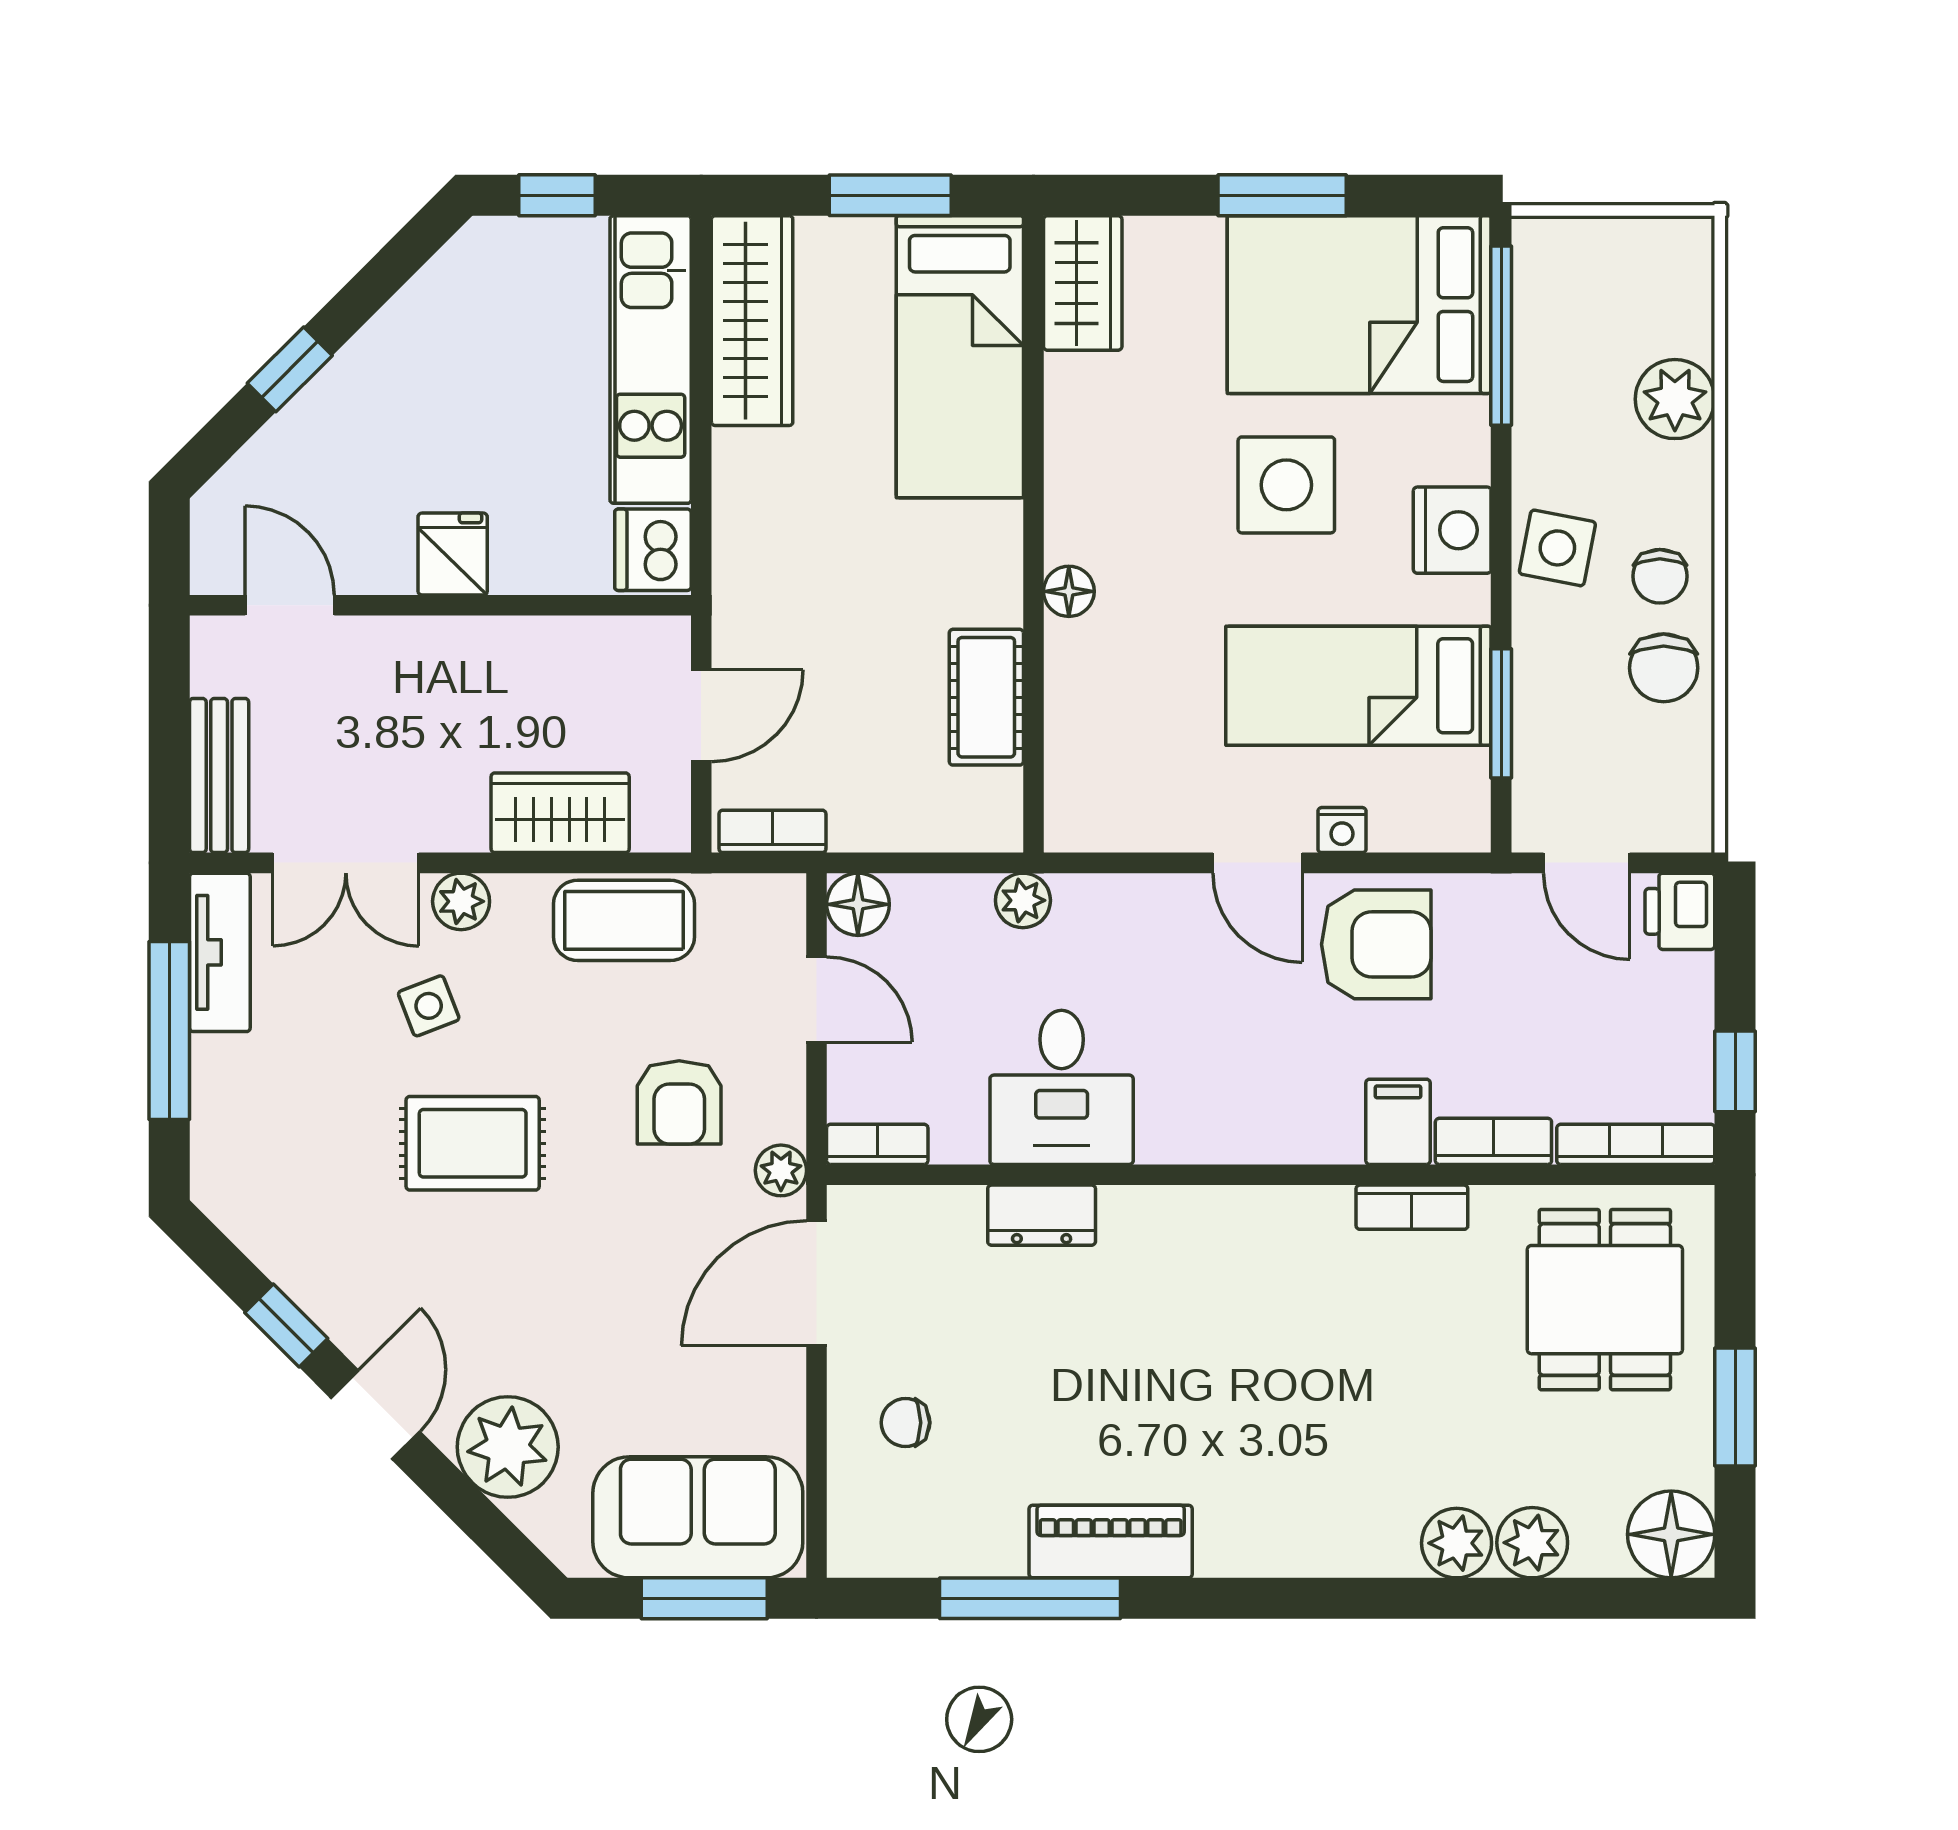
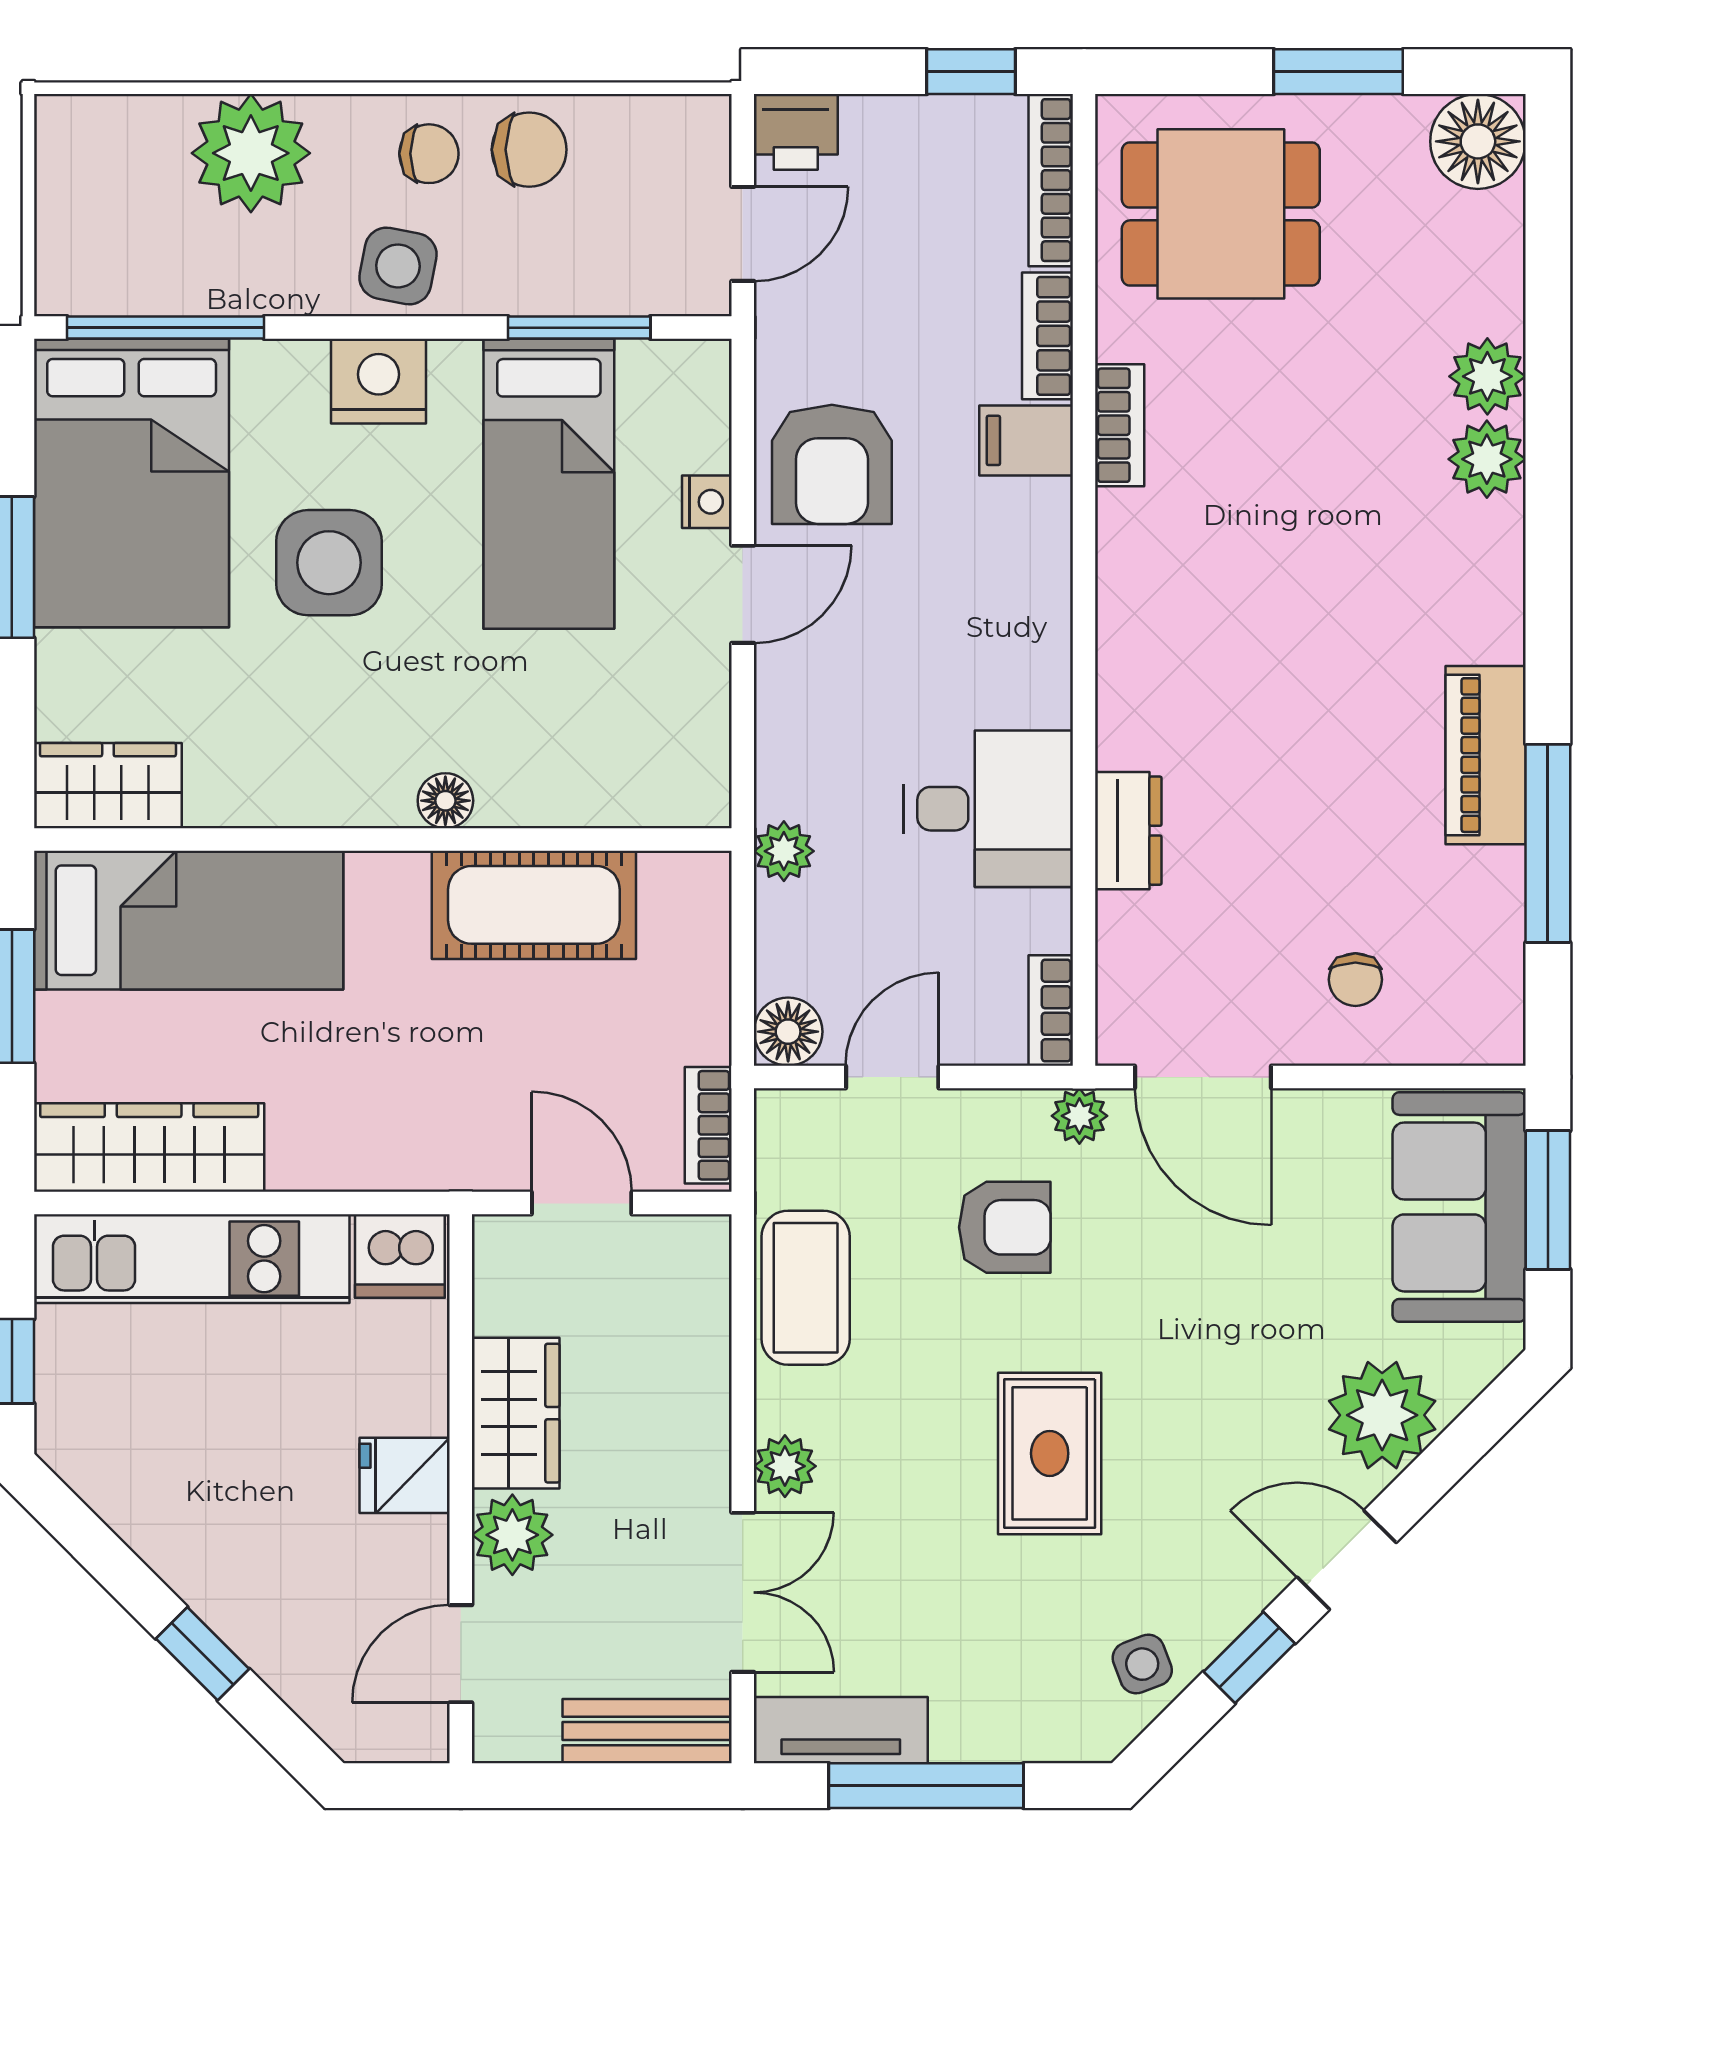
plant: (1675, 399) -> (251, 153), width x1.36, depth x1.36
plant: (398, 652) -> (512, 1535), added
cot: (986, 697) -> (534, 905), width x1.37, depth x1.34
wardrobe: (560, 813) -> (516, 1413), moved, turned 180
armchair: (1376, 944) -> (832, 464), turned 180
side table: (429, 1006) -> (1142, 1664), moved
plant: (1532, 1543) -> (1487, 459), moved

